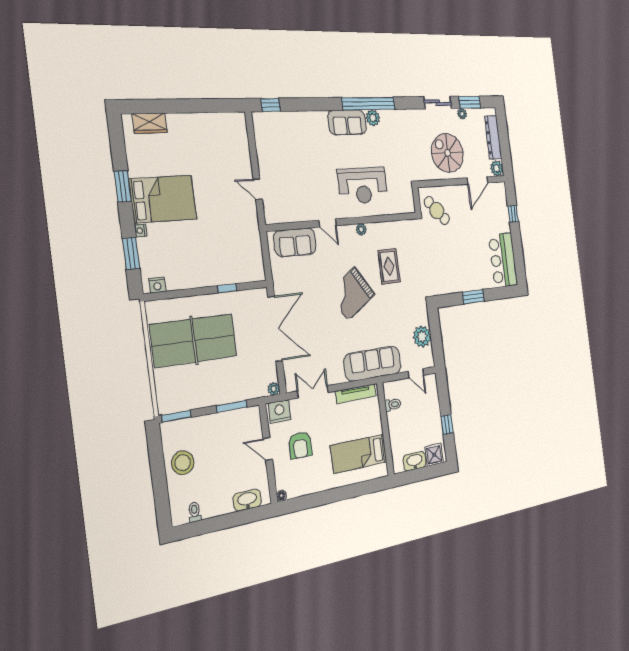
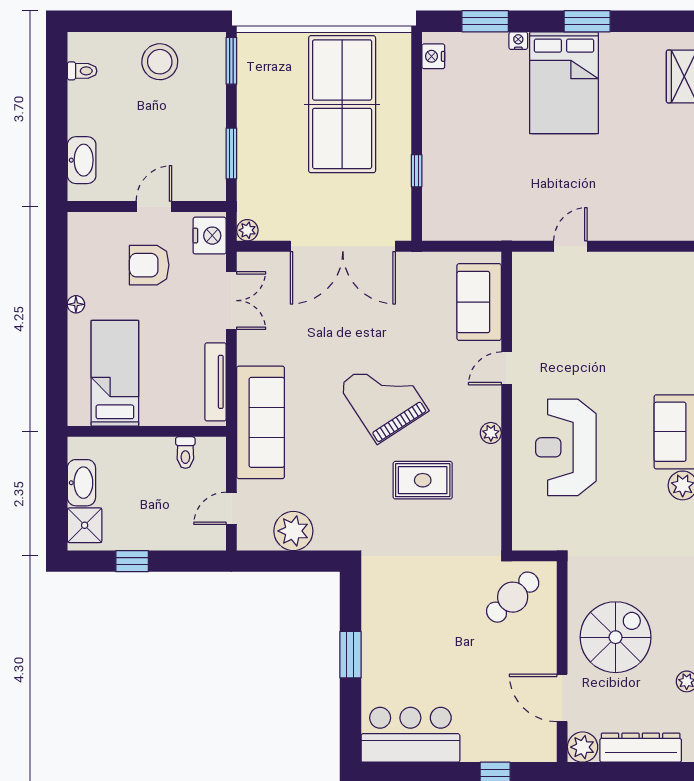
floor lamp: (282, 496) -> (76, 304), moved

